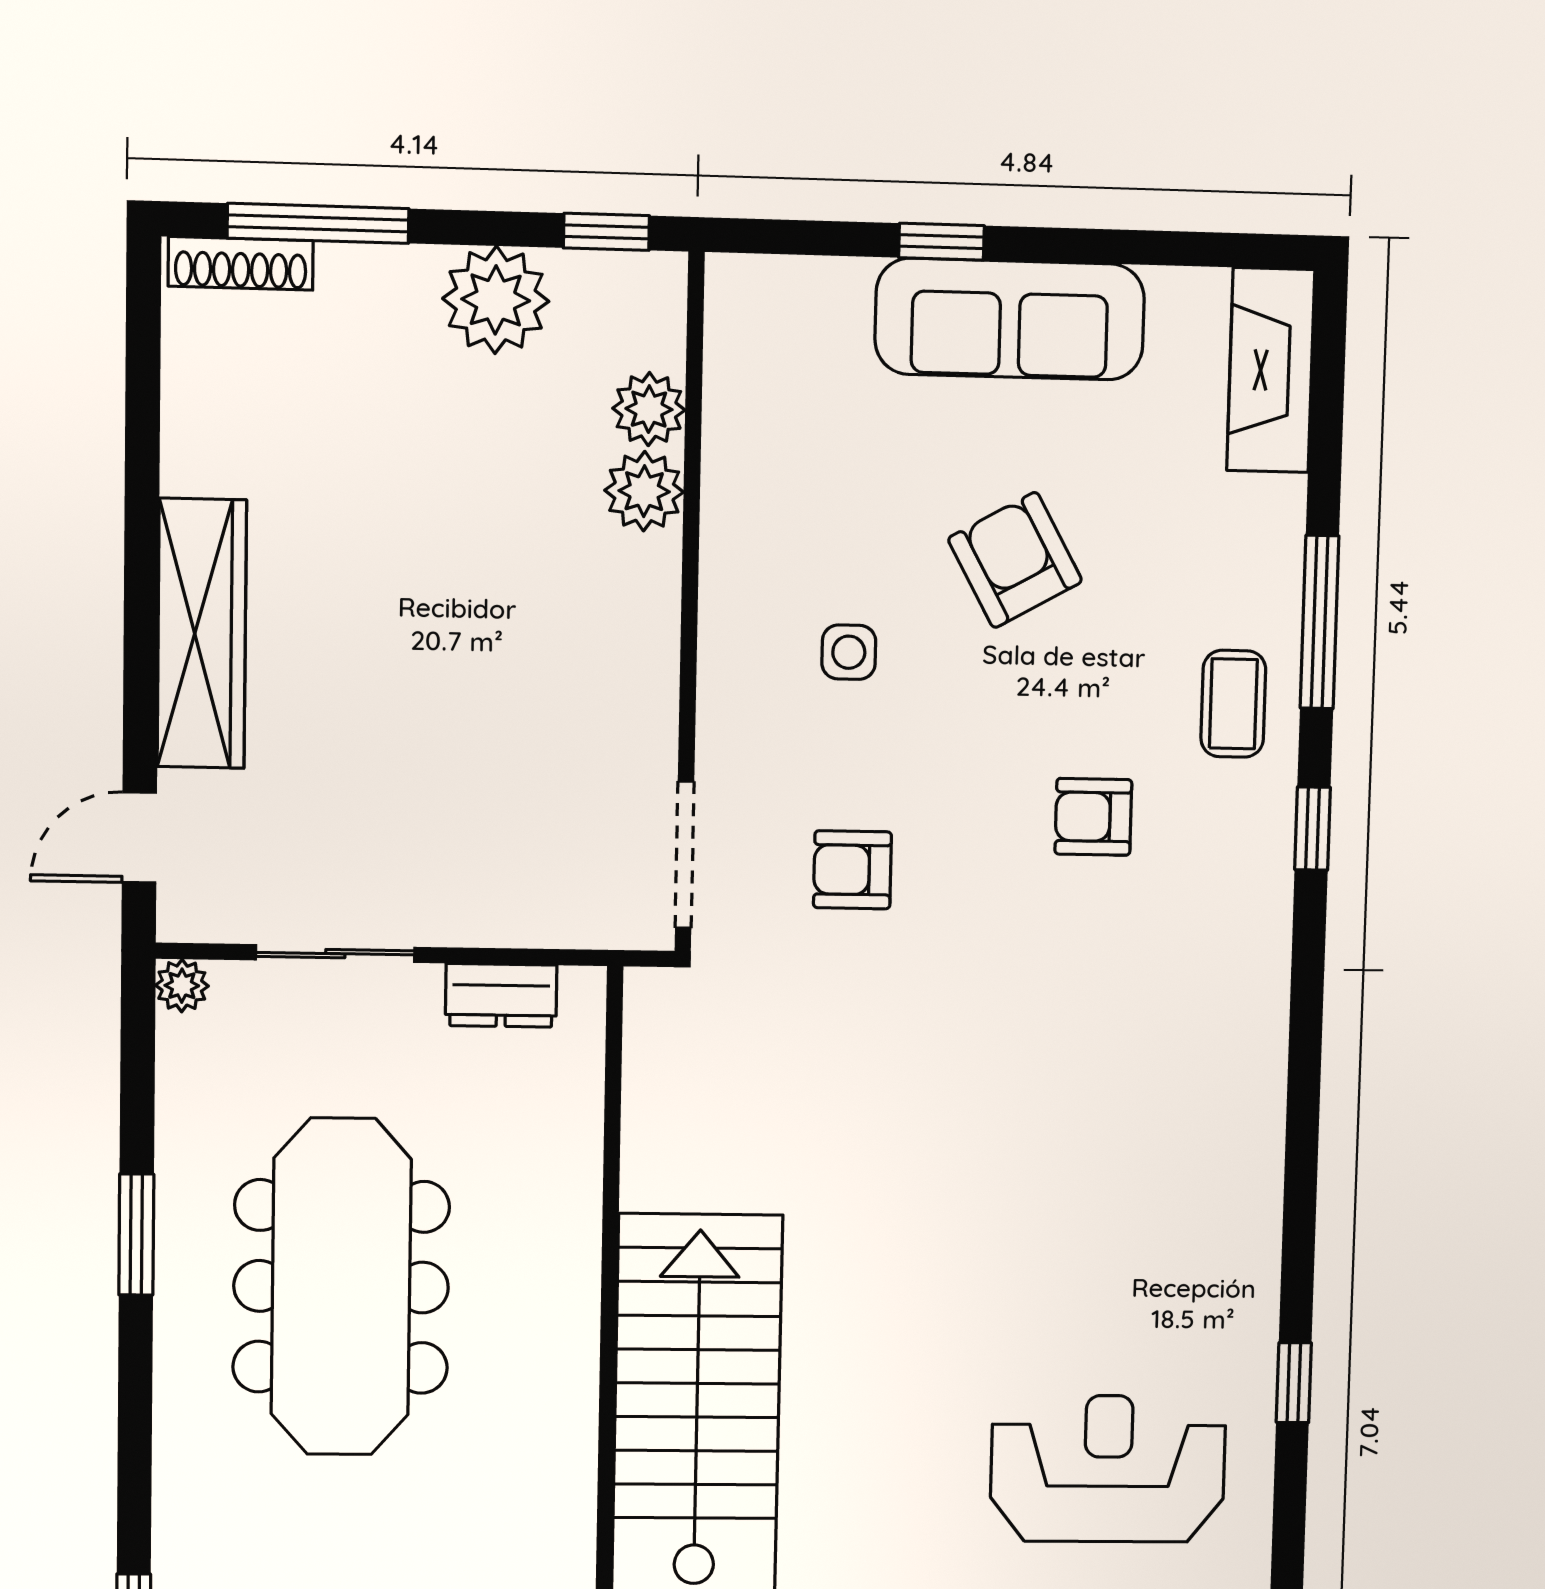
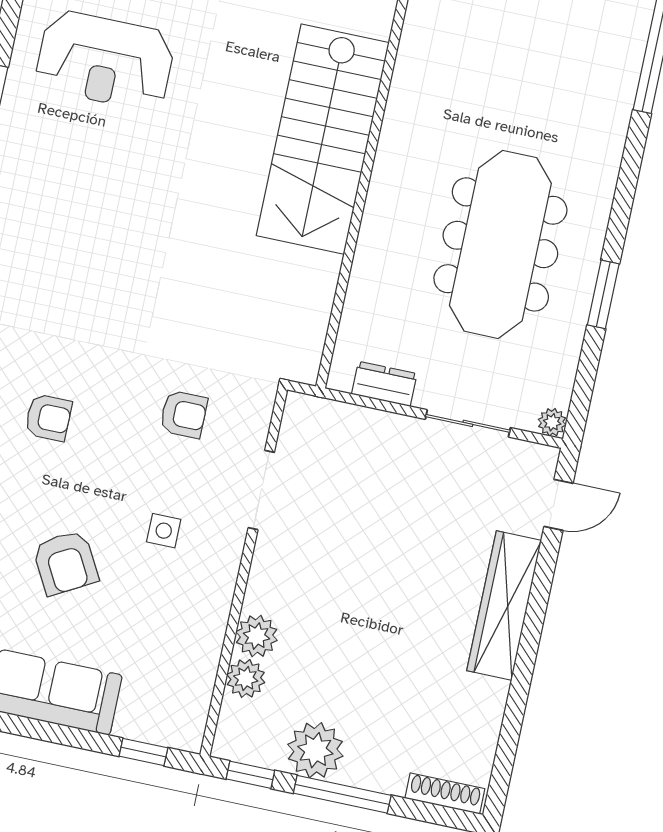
window: (318, 223) -> (342, 794), moved
window: (942, 242) -> (143, 752), moved
doorway: (685, 855) -> (261, 490), moved

